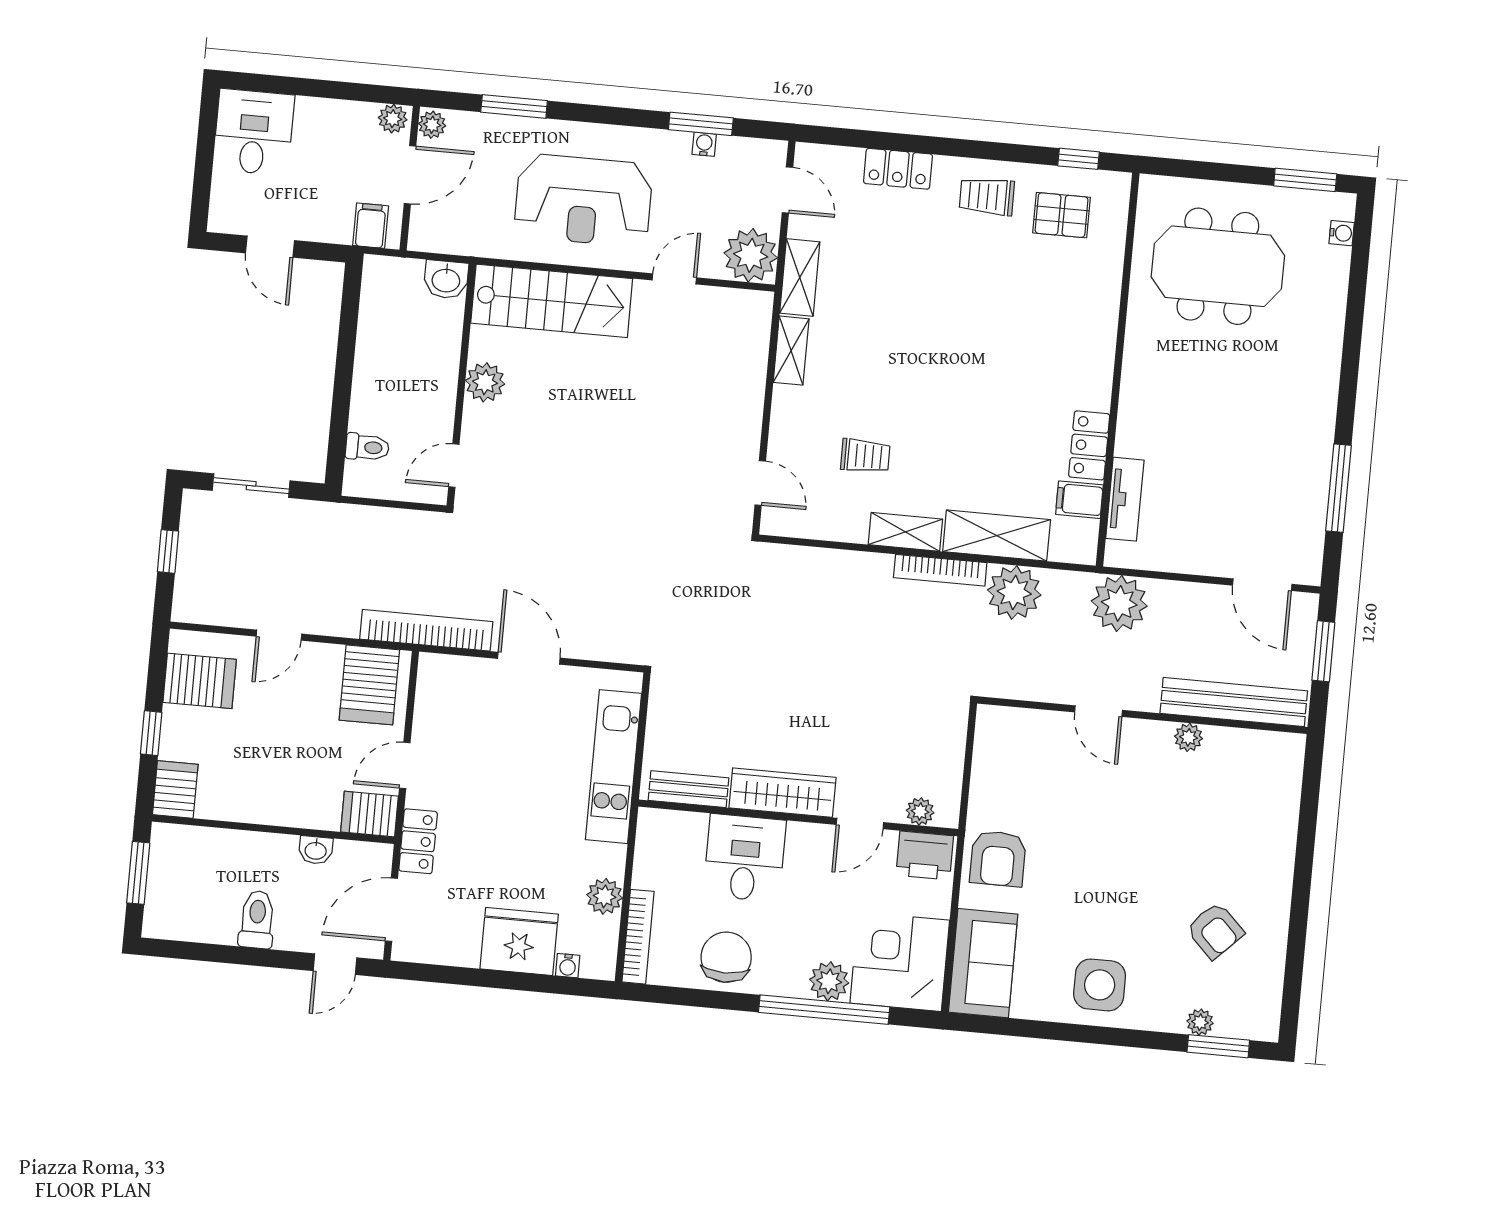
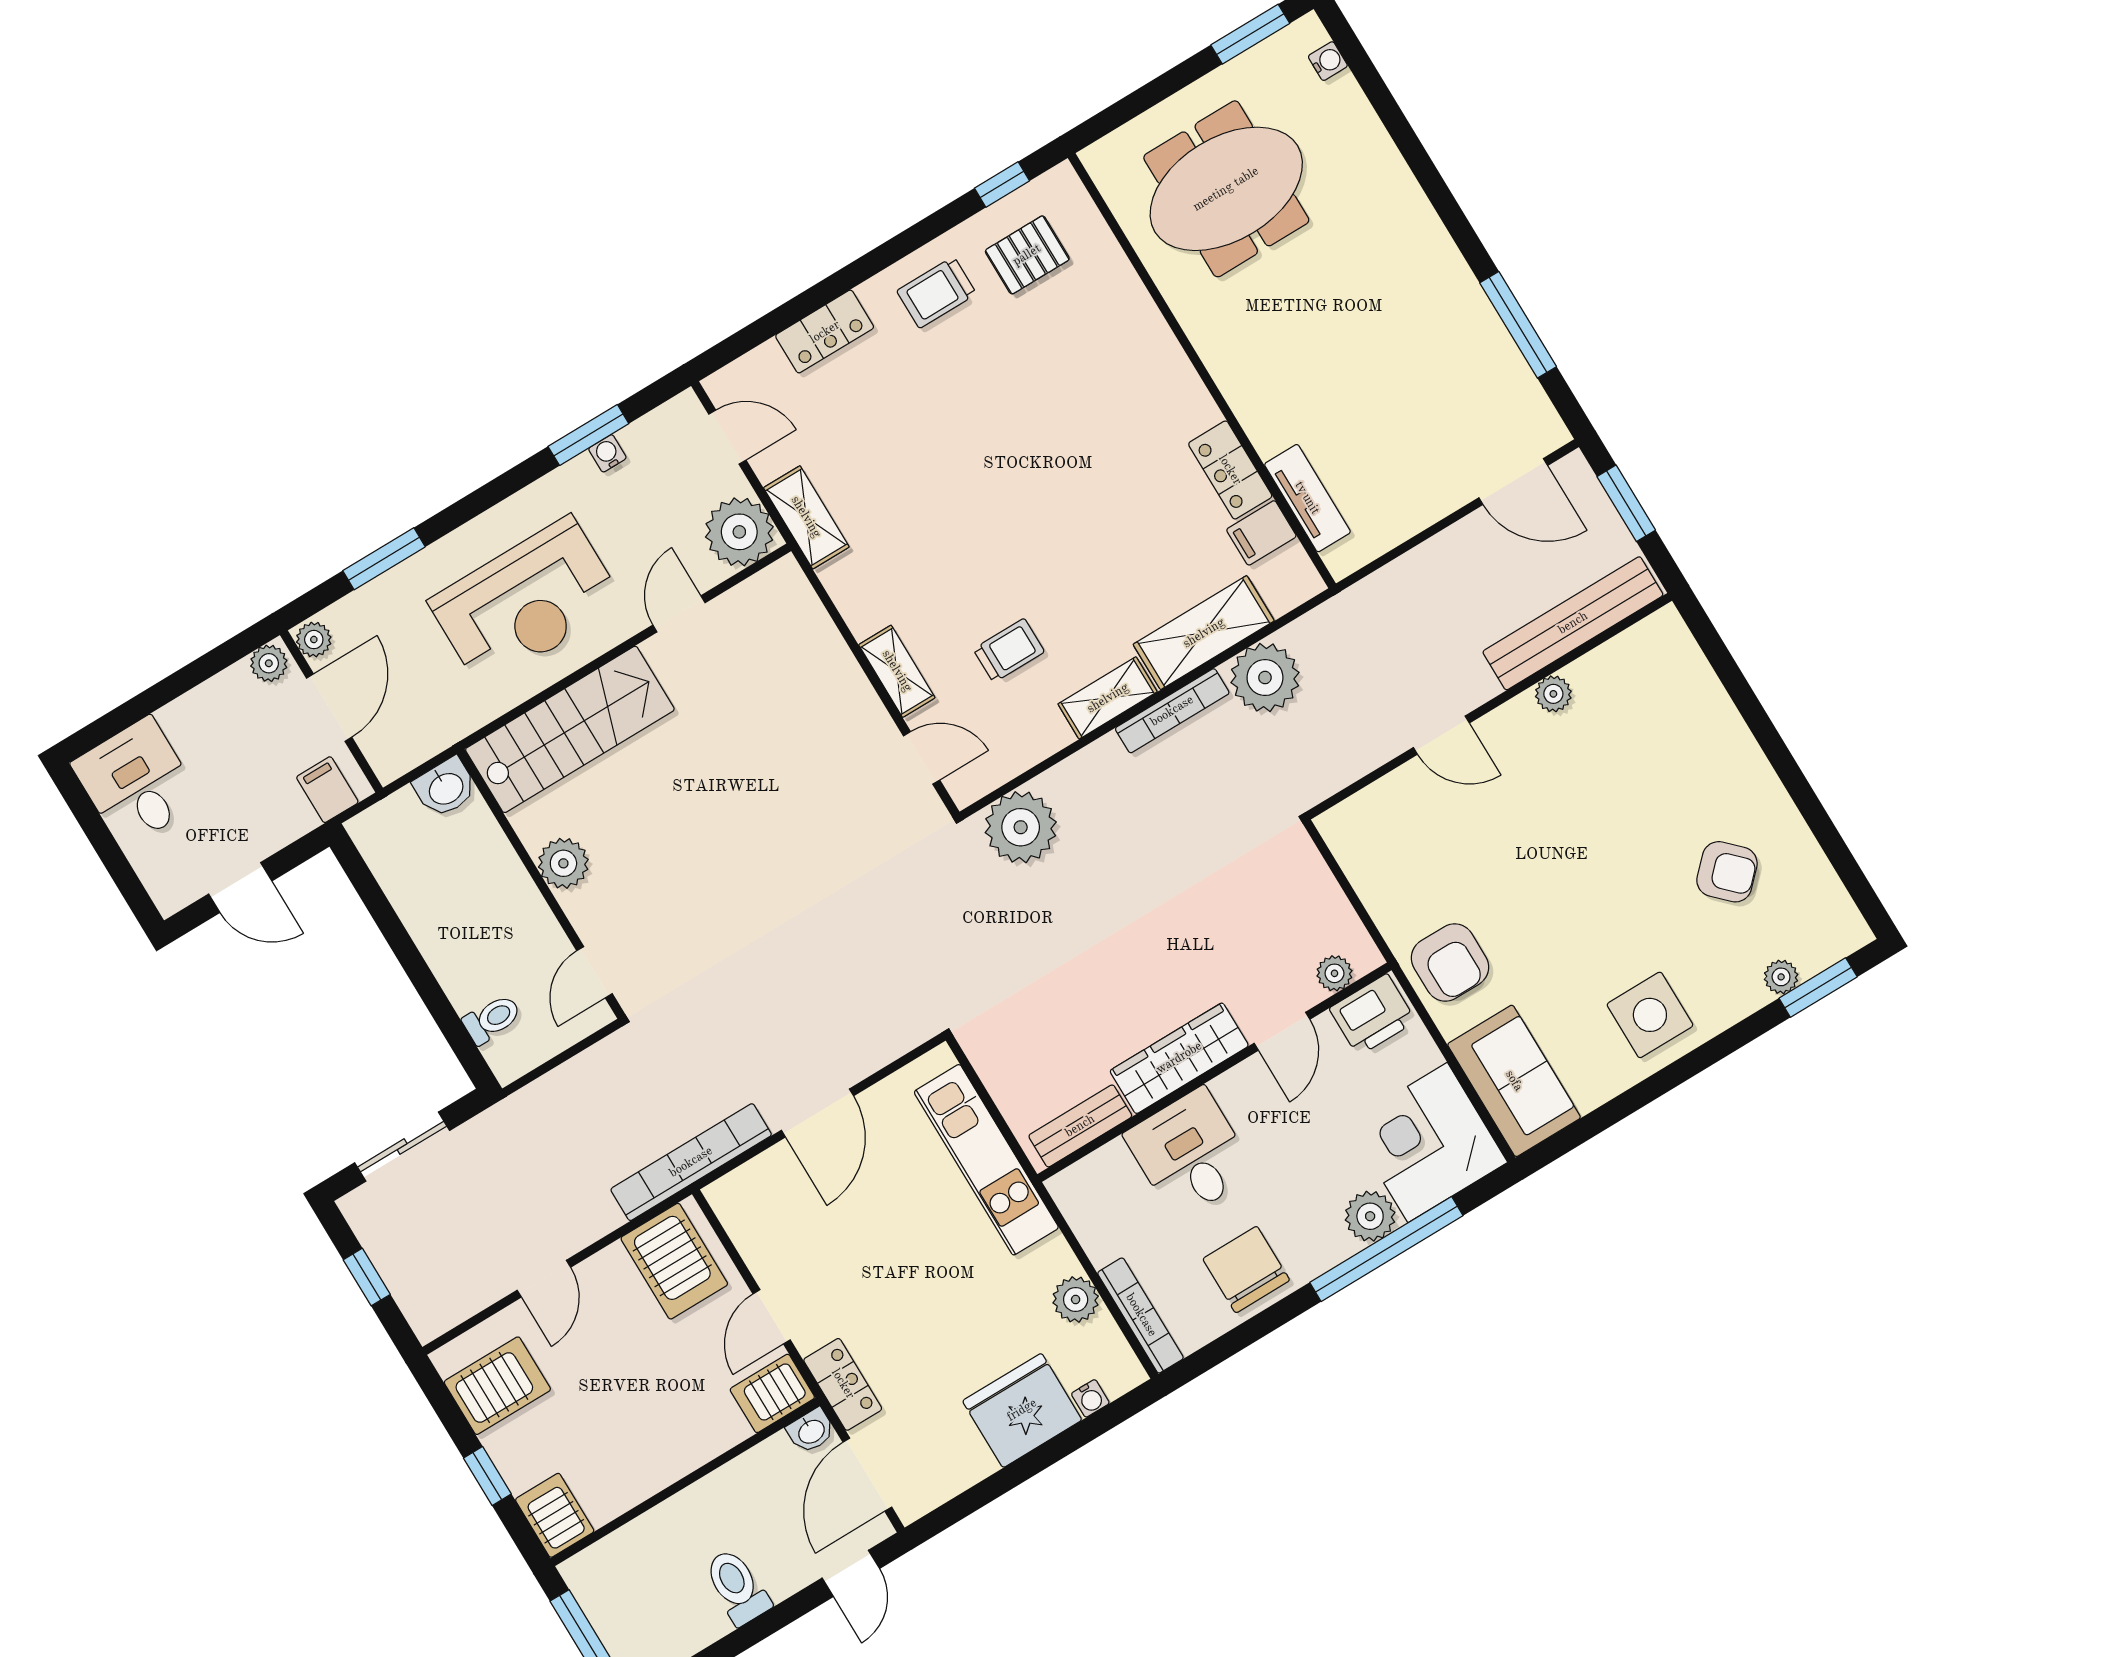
shelving: (791, 351) -> (897, 671), moved
plant: (1119, 603) -> (1021, 827), moved
door: (529, 658) -> (817, 1113), swing flipped
washbasin: (316, 850) -> (811, 1431), moved

